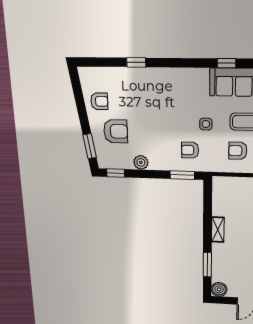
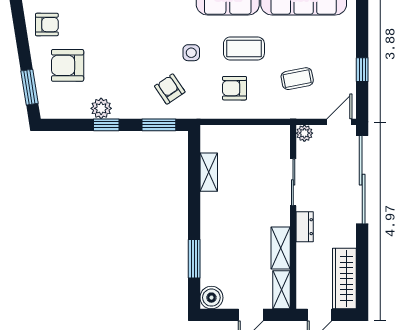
armchair: (116, 131) -> (68, 65), turned 180
armchair: (190, 150) -> (170, 89), turned 56
window: (116, 173) -> (106, 125), moved
shelving: (218, 230) -> (209, 172), moved

